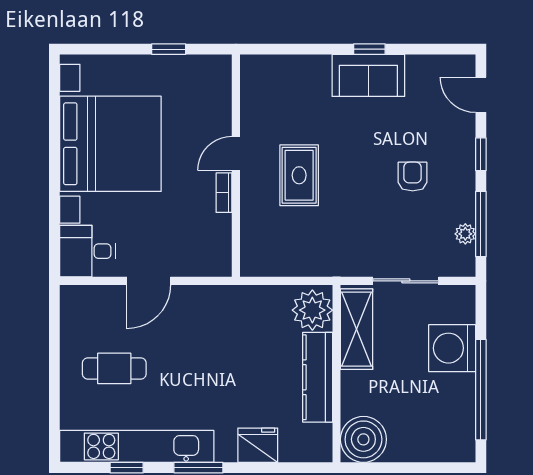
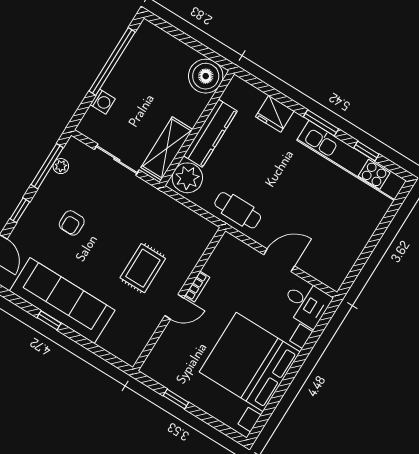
sofa: (368, 75) -> (62, 301), width x1.85, depth x1.27
washing machine: (452, 348) -> (103, 102), width x0.53, depth x0.53
cafe table: (114, 368) -> (238, 210), moved

